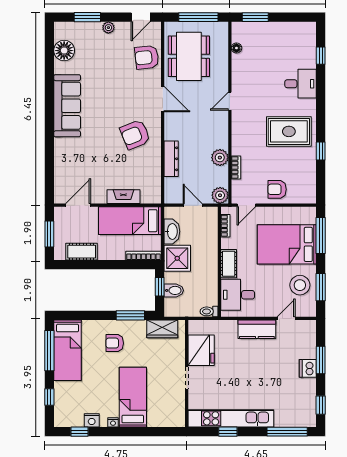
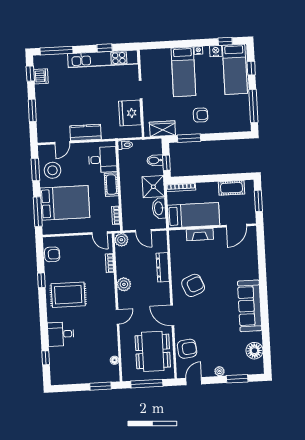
plant: (220, 158) -> (124, 284), moved
armchair: (277, 189) -> (52, 254), moved
door: (246, 205) -> (100, 233), swing flipped
bed: (67, 350) -> (235, 69), moved, turned 180
dishwasher: (308, 368) -> (41, 76), moved

